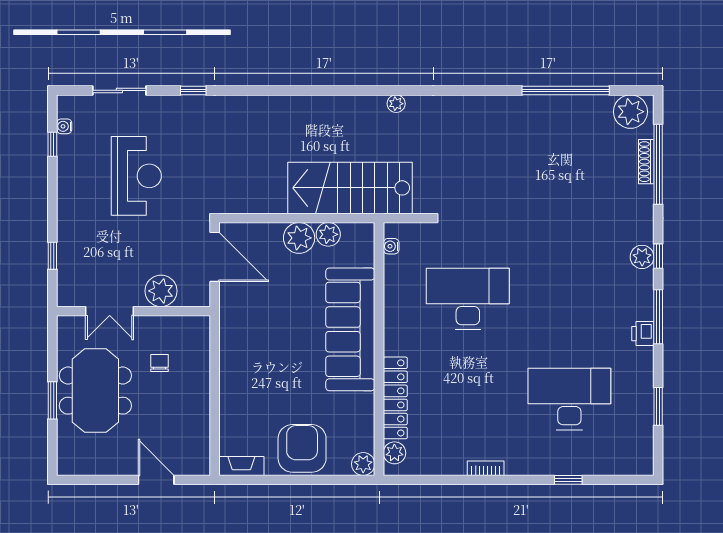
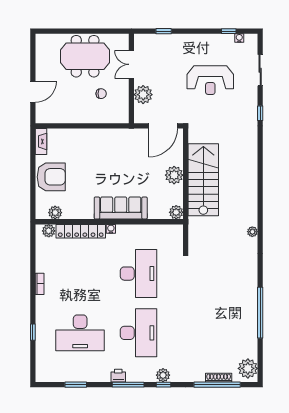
window: (566, 90) -> (260, 313), moved
stairs: (350, 188) -> (203, 180), moved
plant: (328, 234) -> (176, 212), moved
water cooler: (391, 246) -> (111, 229), moved
desk: (569, 299) -> (138, 333), added
sofa: (350, 329) -> (121, 208), width x0.74, depth x0.79
desk: (569, 399) -> (80, 333), turned 90
window: (52, 400) -> (79, 31), removed
plant: (363, 464) -> (55, 213), moved

